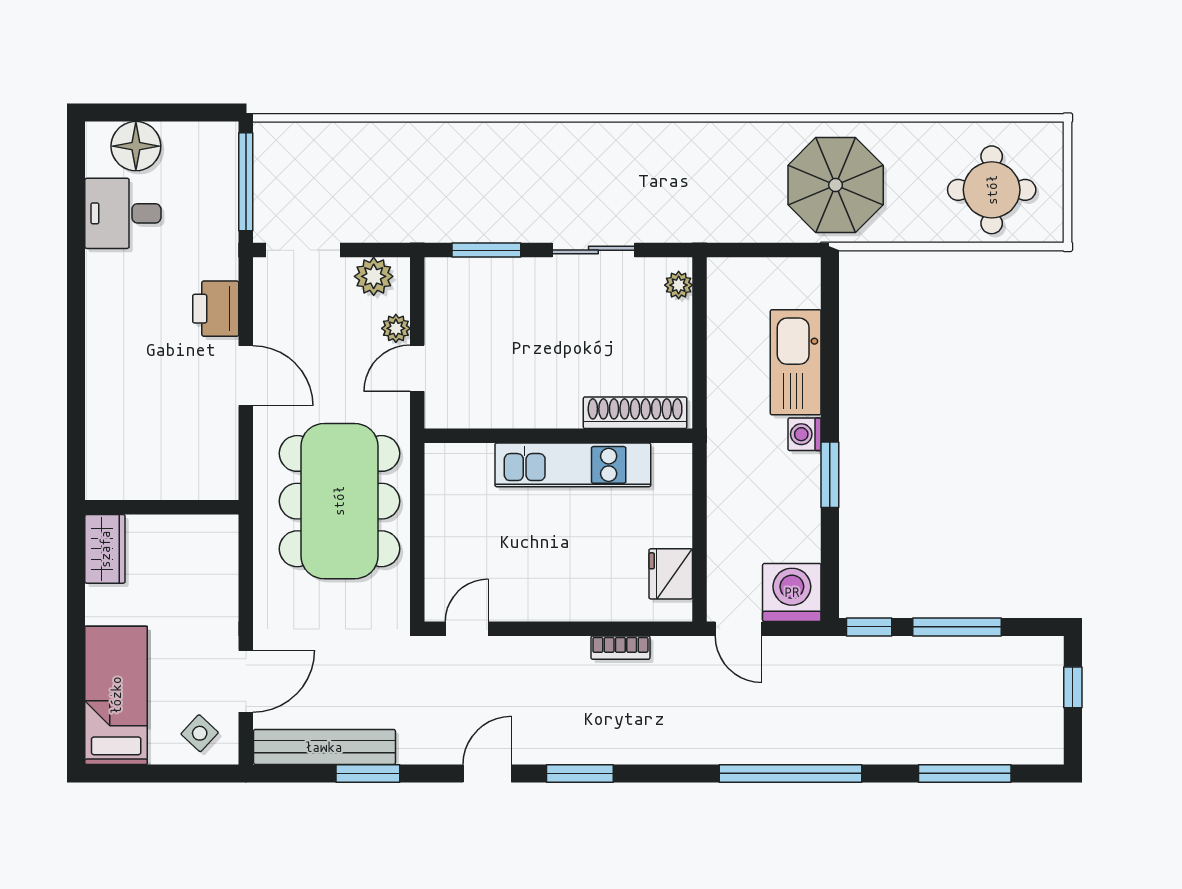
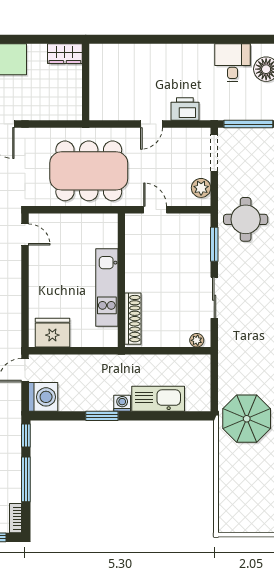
round table: (992, 190) -> (246, 219), moved
plant: (396, 328) -> (175, 199), removed
door: (246, 376) -> (151, 124), width x0.73
fridge: (671, 574) -> (52, 333), width x1.36, depth x1.34
bookcase: (620, 648) -> (16, 518), moved

